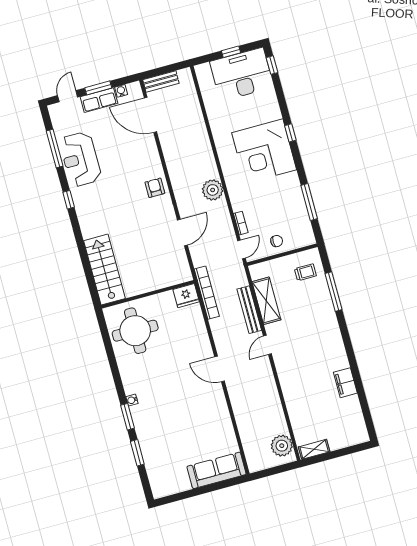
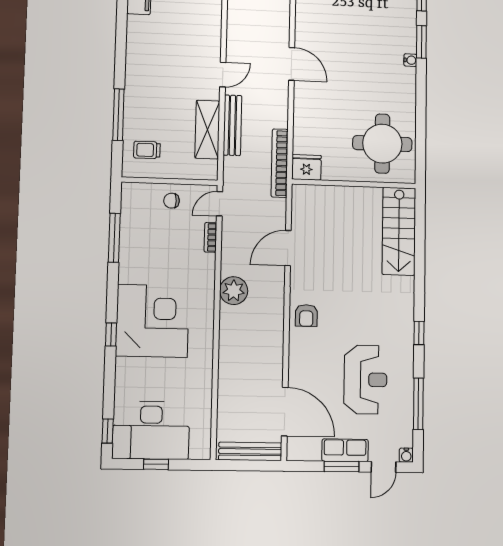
bench: (161, 81) -> (250, 451), width x1.36
water cooler: (121, 91) -> (406, 455), moved
reception desk: (80, 159) -> (365, 380), moved

